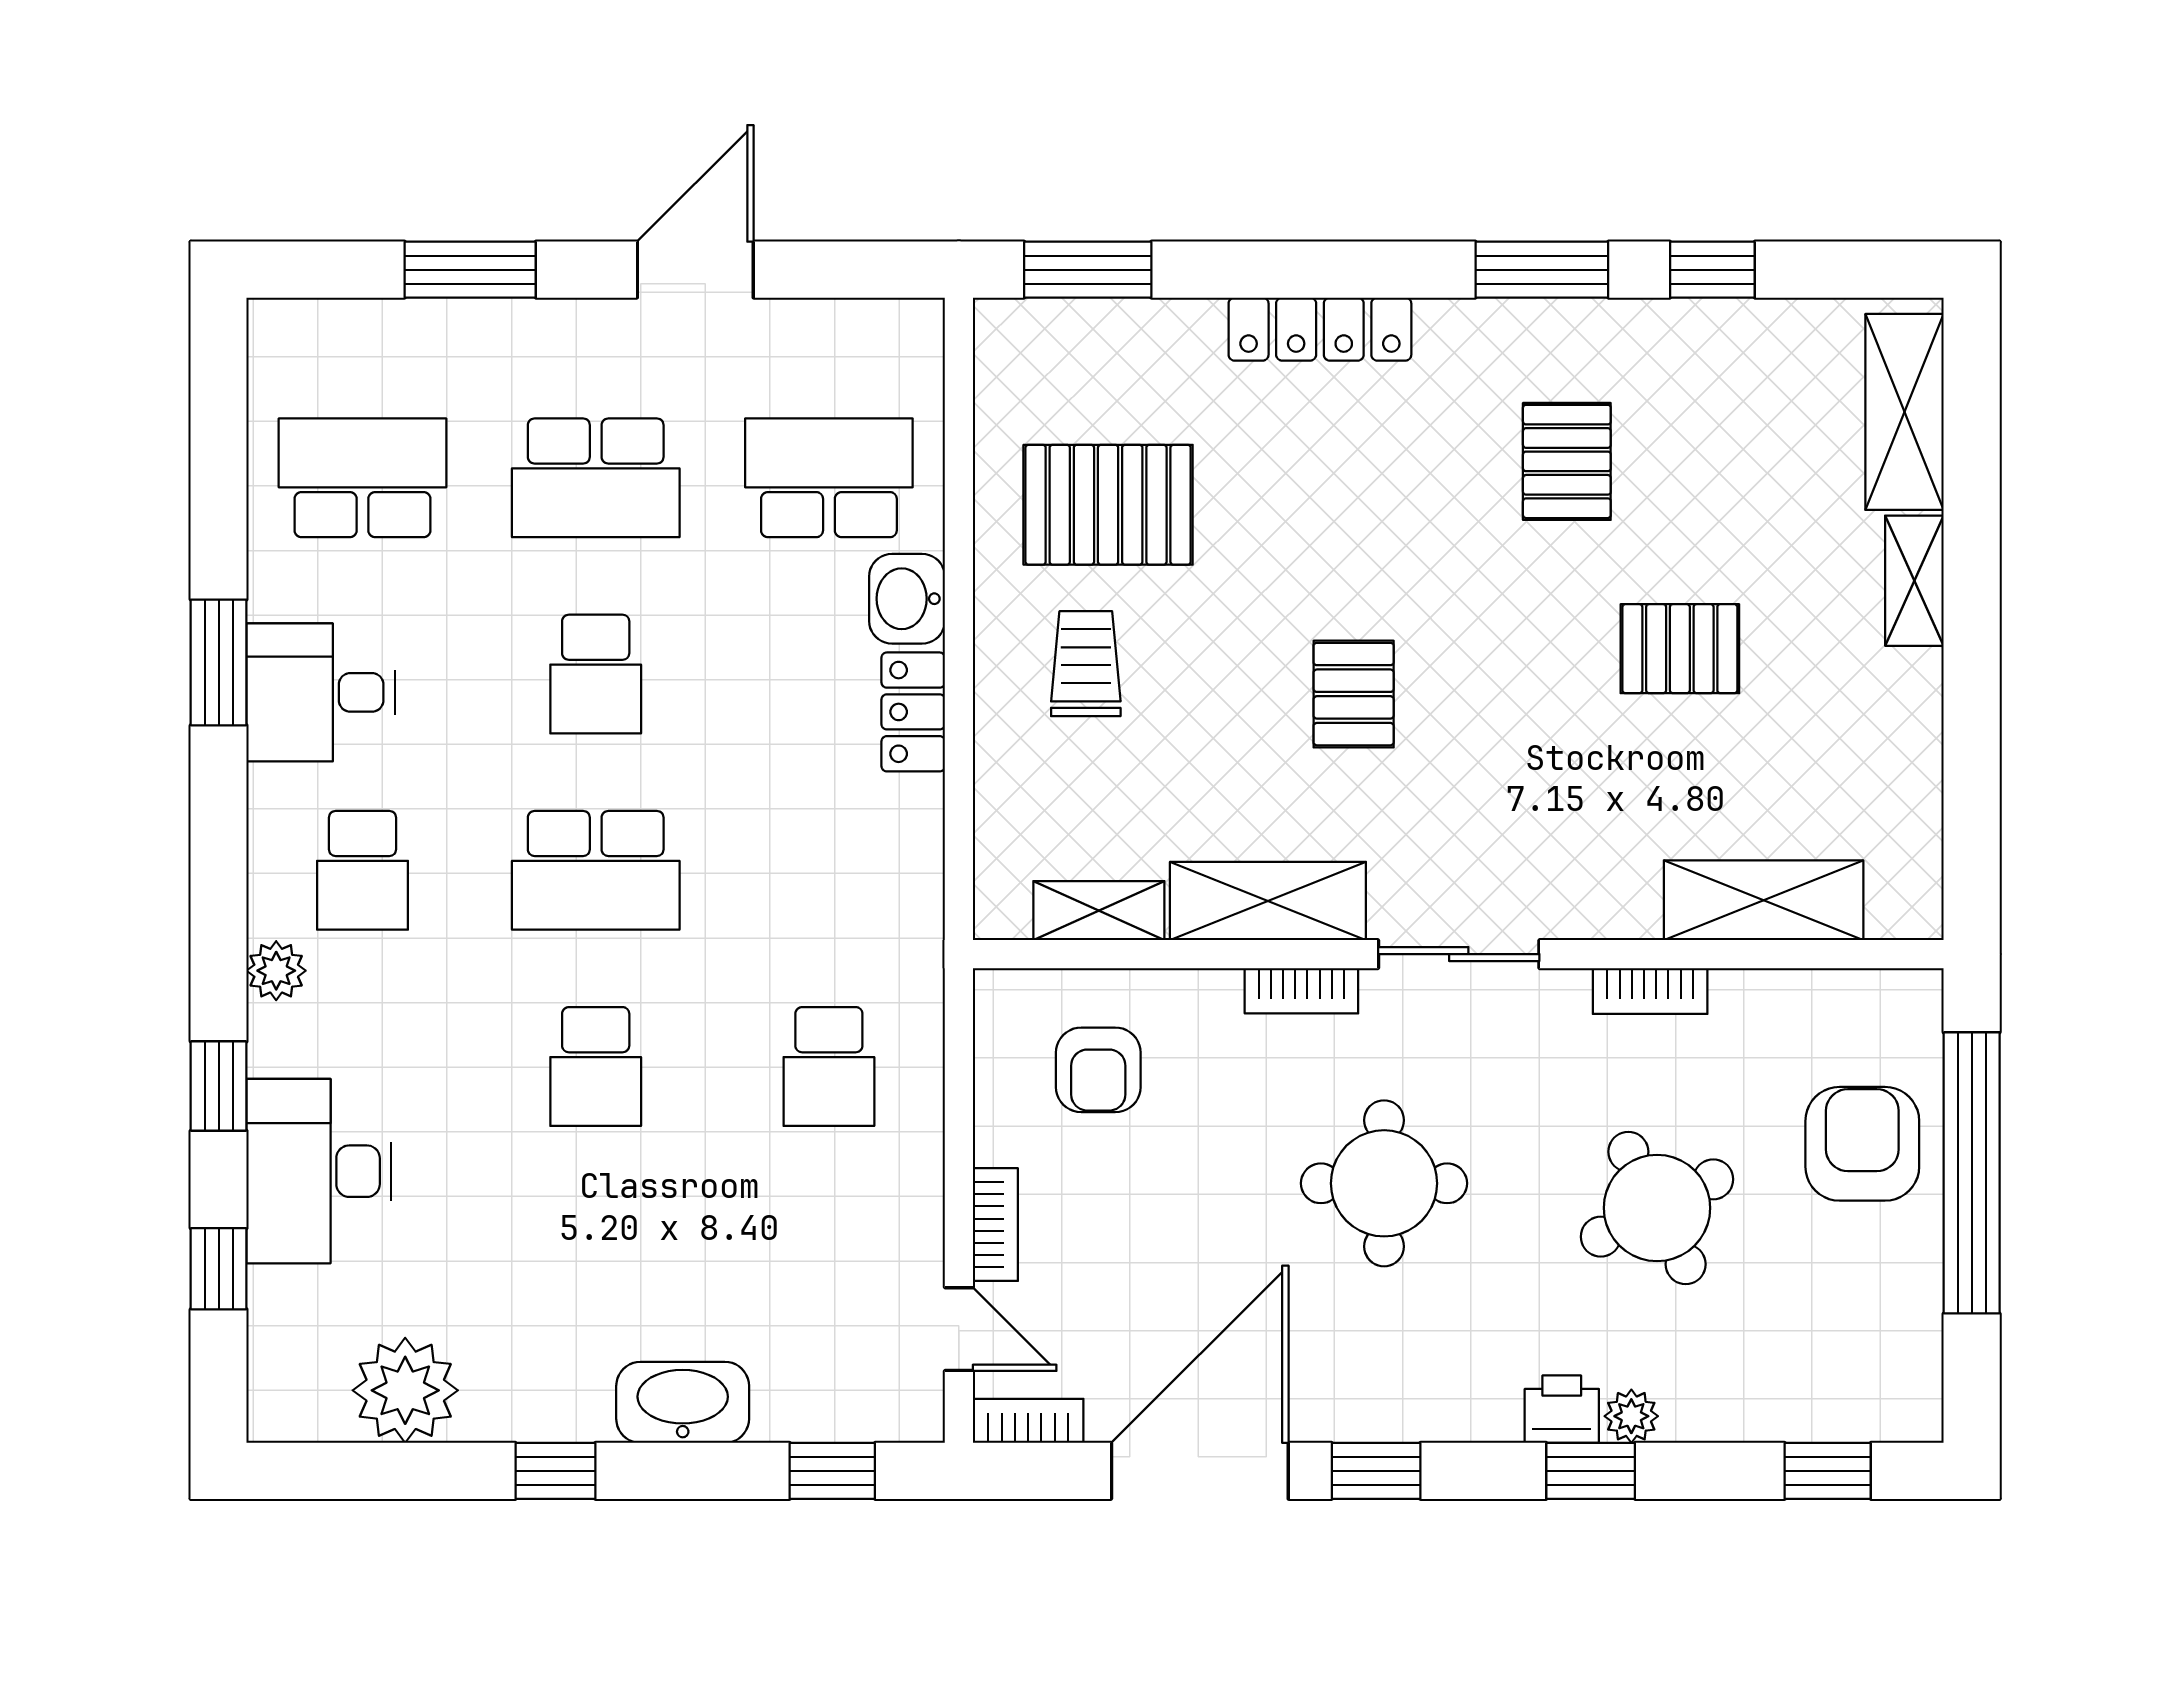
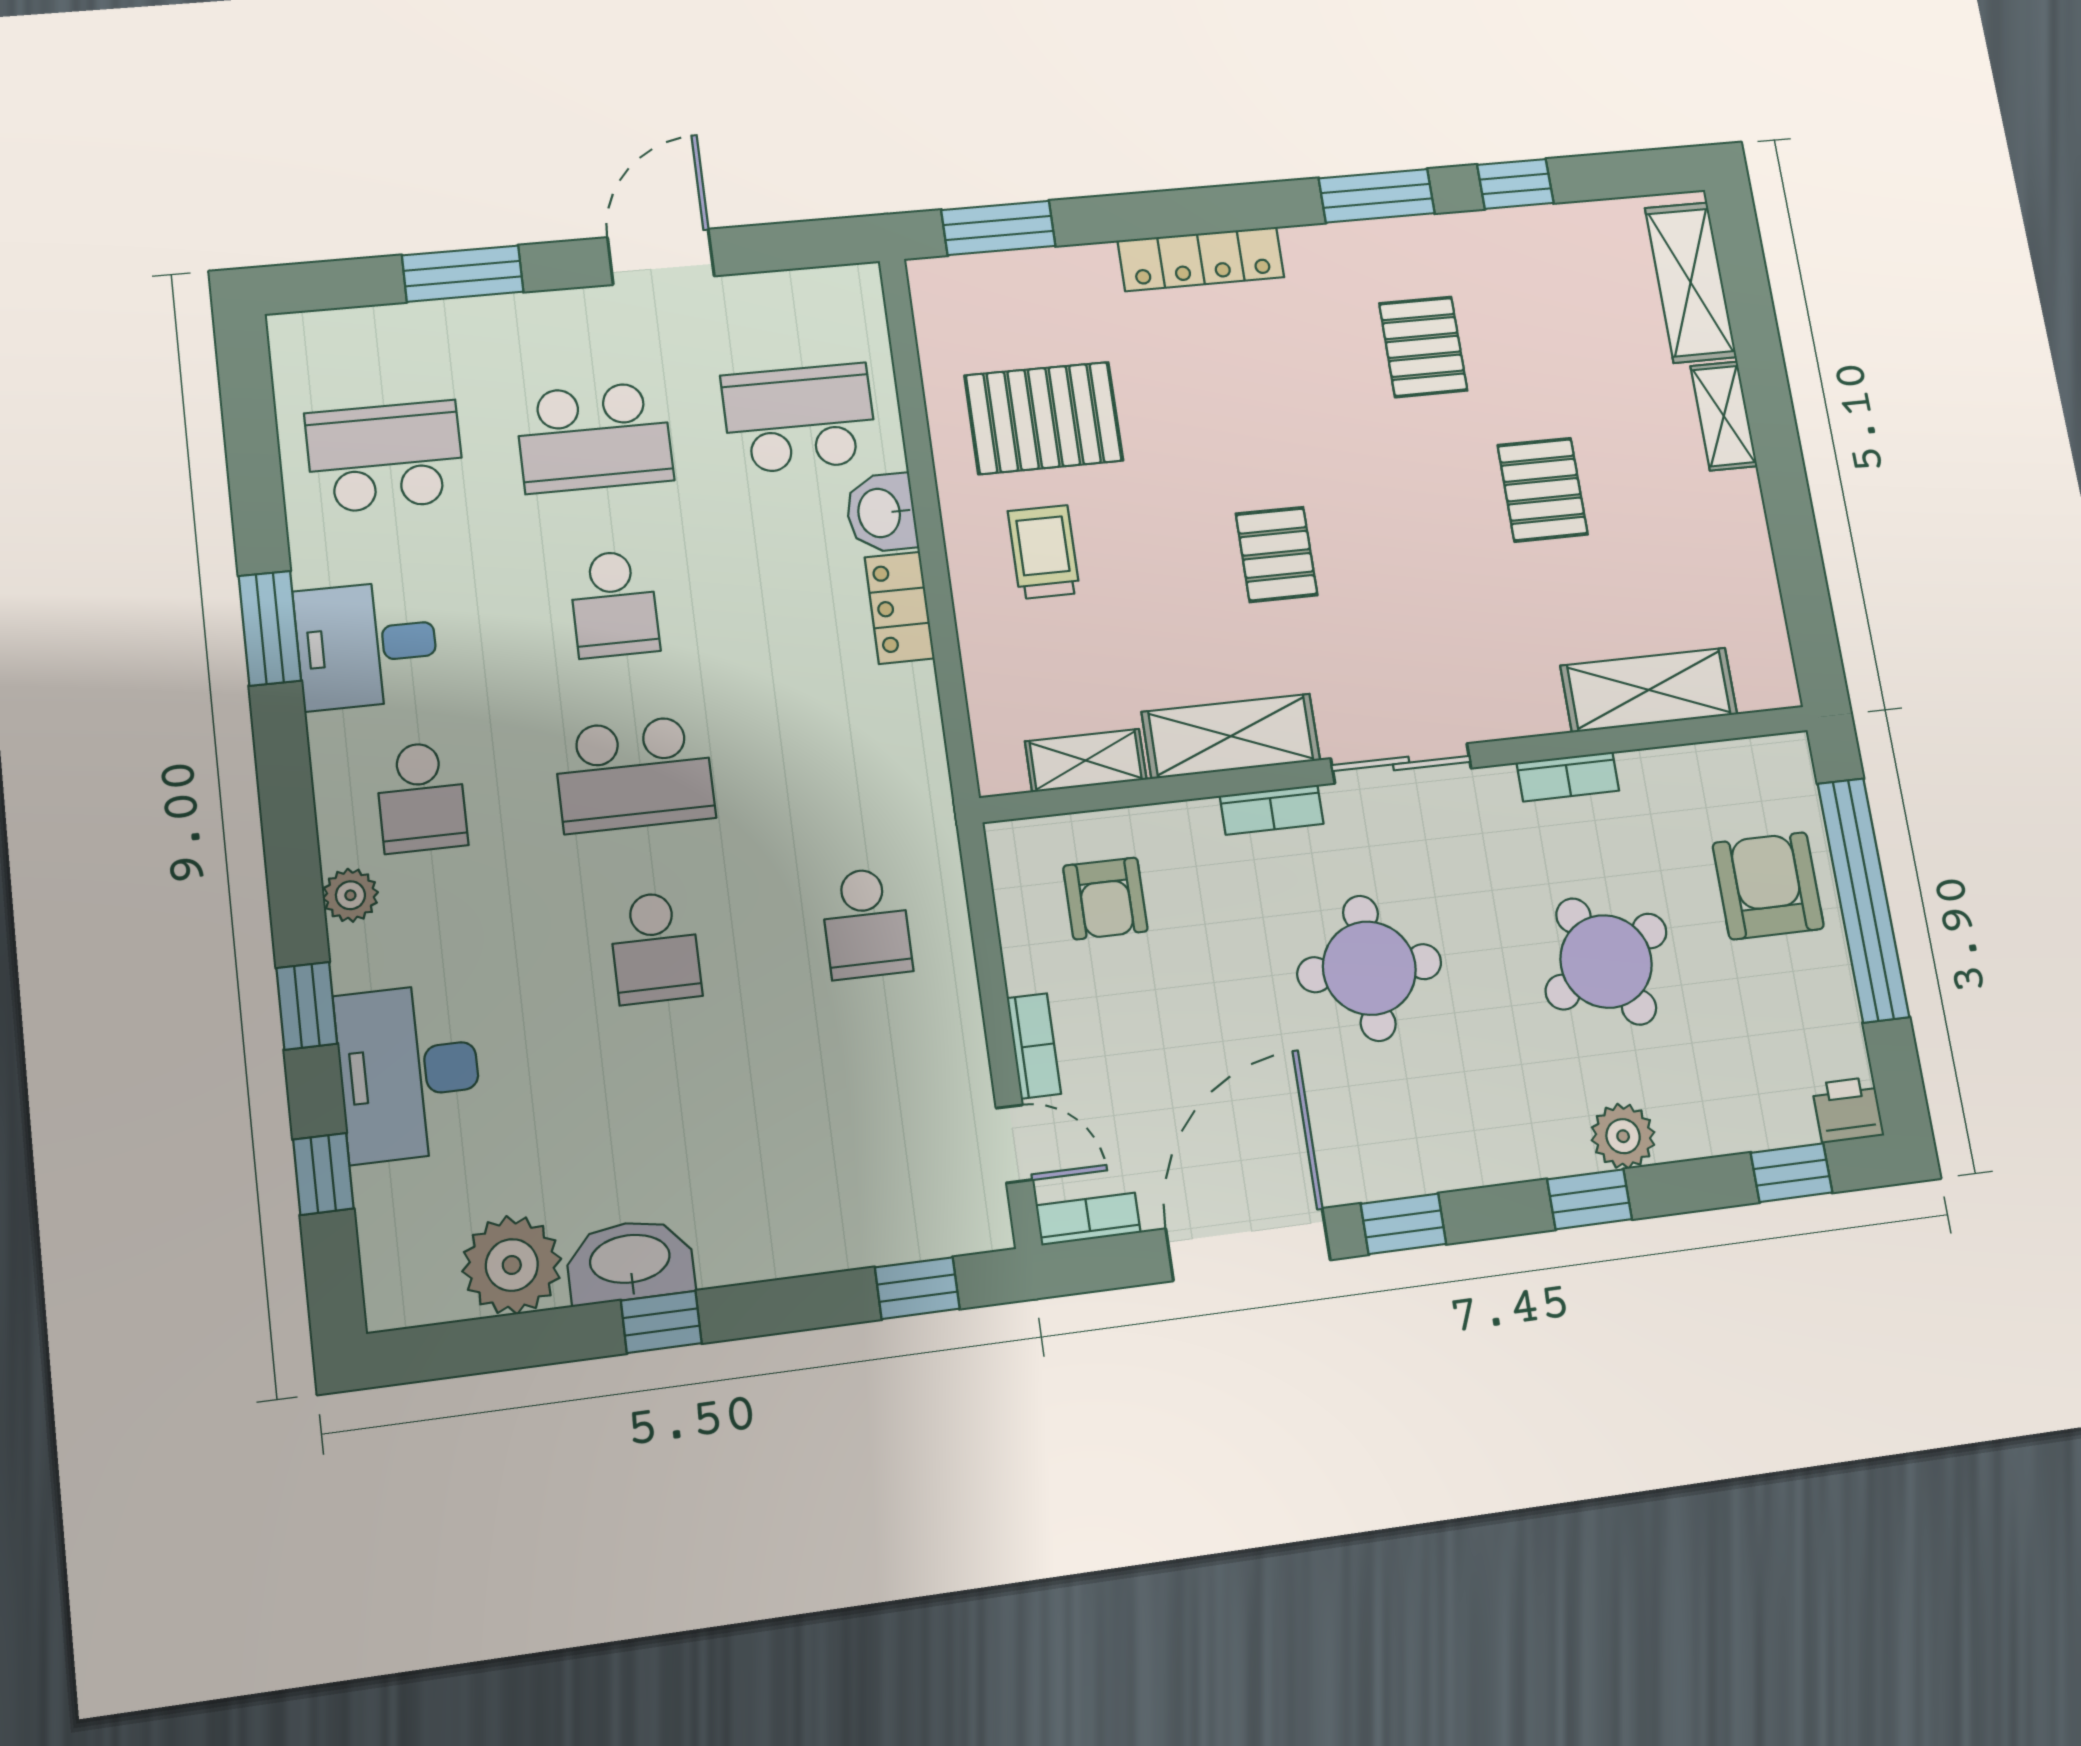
pallet: (1680, 649) -> (1543, 490), turned 90
washbasin: (683, 1402) -> (630, 1261), moved
printer: (1562, 1409) -> (1848, 1110), moved
plant: (1631, 1416) -> (1623, 1136), width x1.38, depth x1.38

